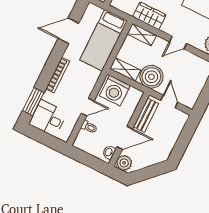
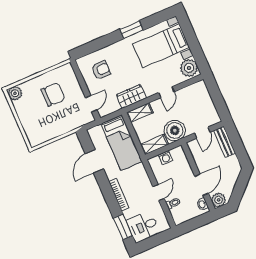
washing machine: (115, 91) -> (166, 157), width x0.53, depth x0.53
door: (169, 101) -> (202, 133), swing flipped
bench: (146, 115) -> (225, 142), moved

